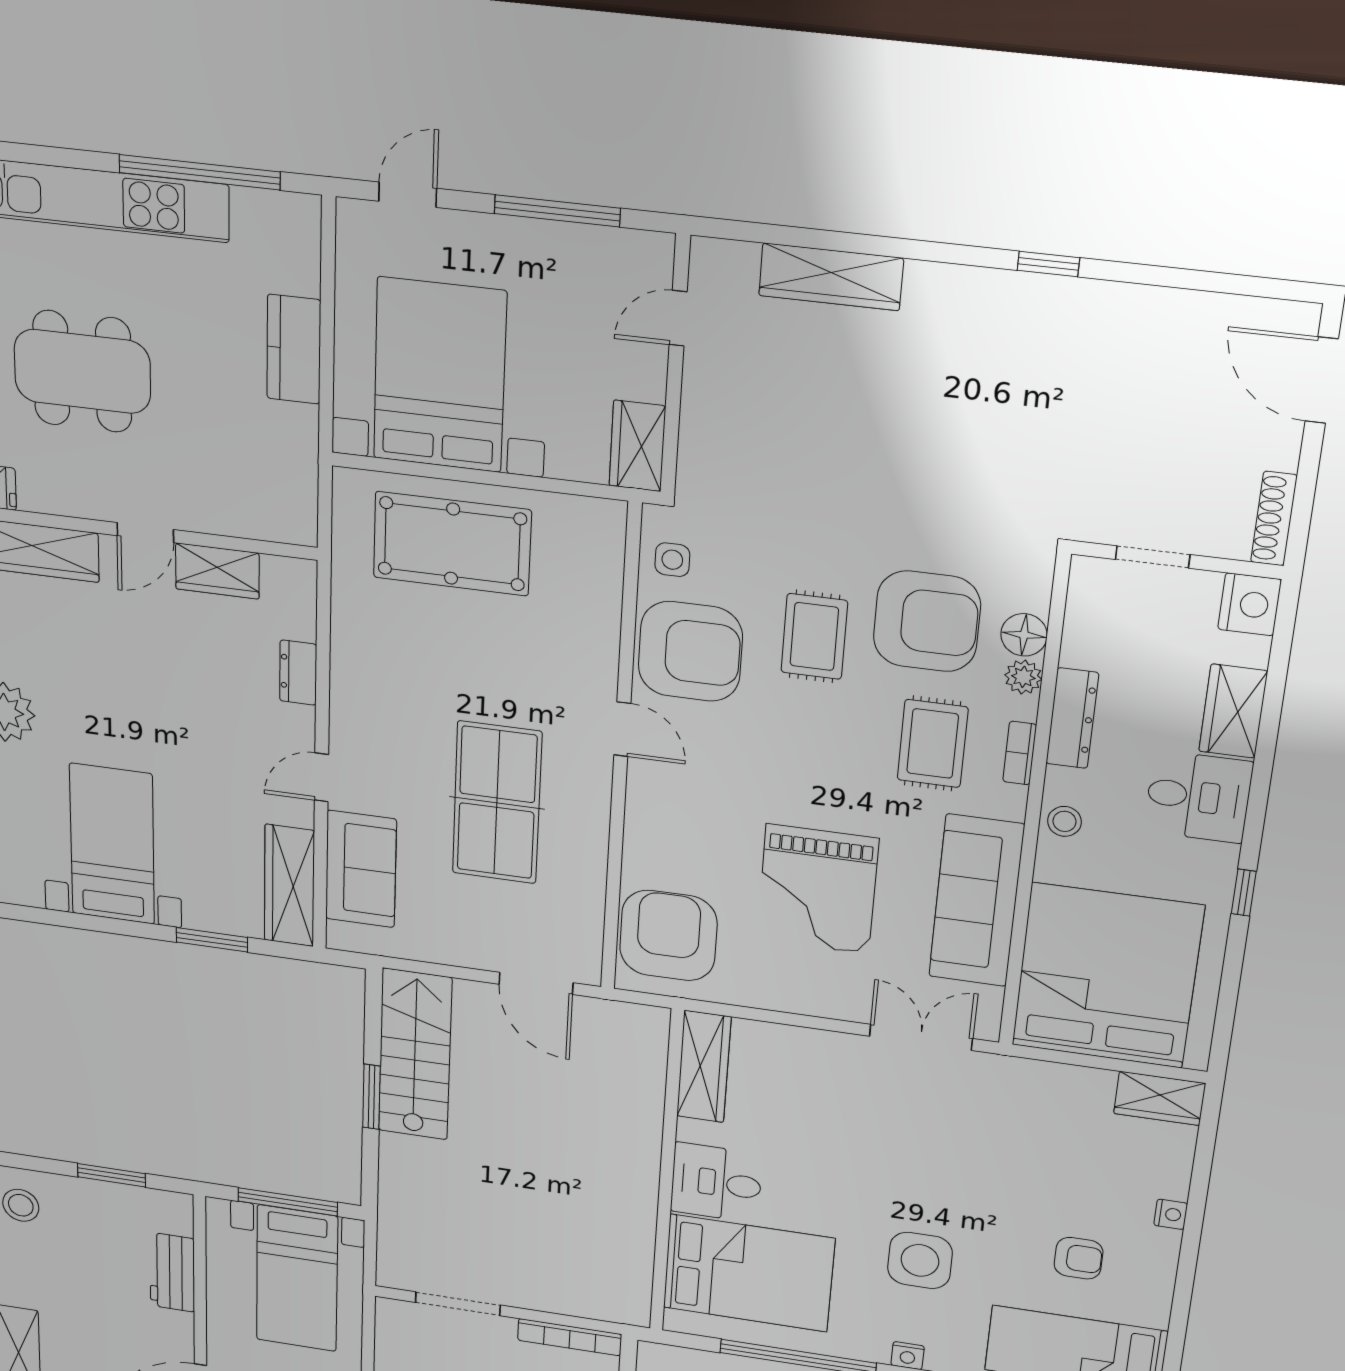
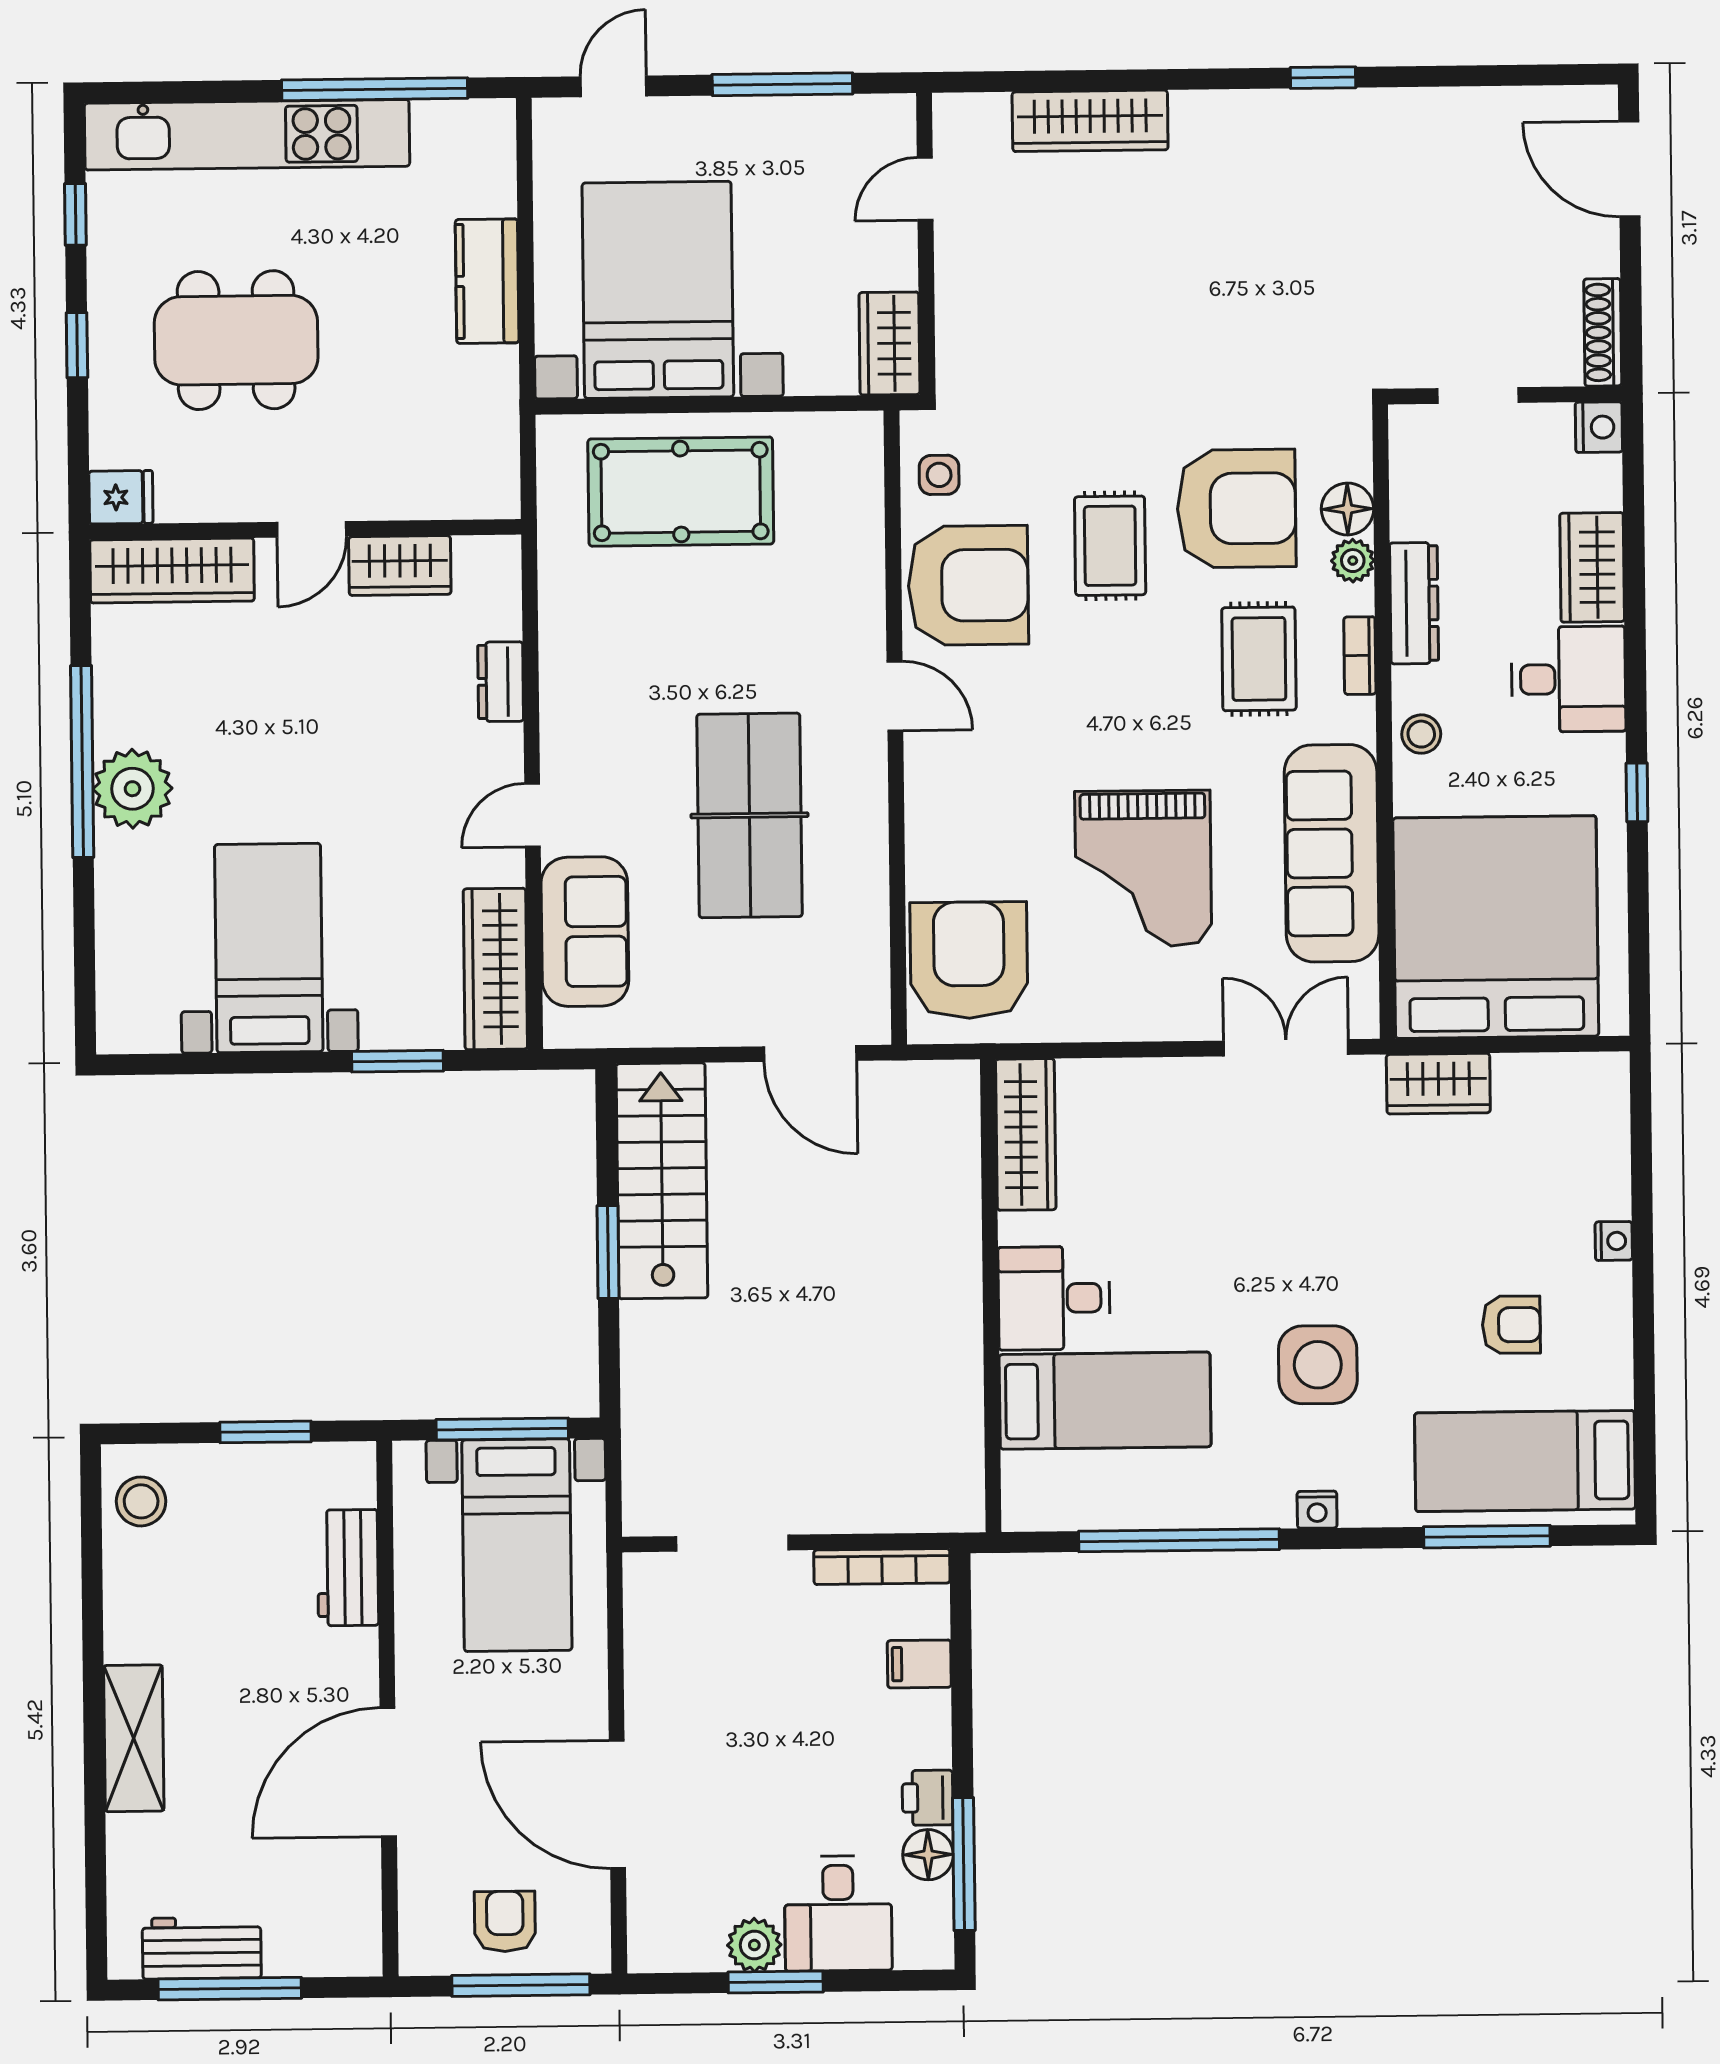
nightstand: (1250, 604) -> (1599, 427), width x0.74, depth x0.75
wardrobe: (1160, 1098) -> (1438, 1084), moved
bed: (749, 1273) -> (1105, 1401), width x0.67

